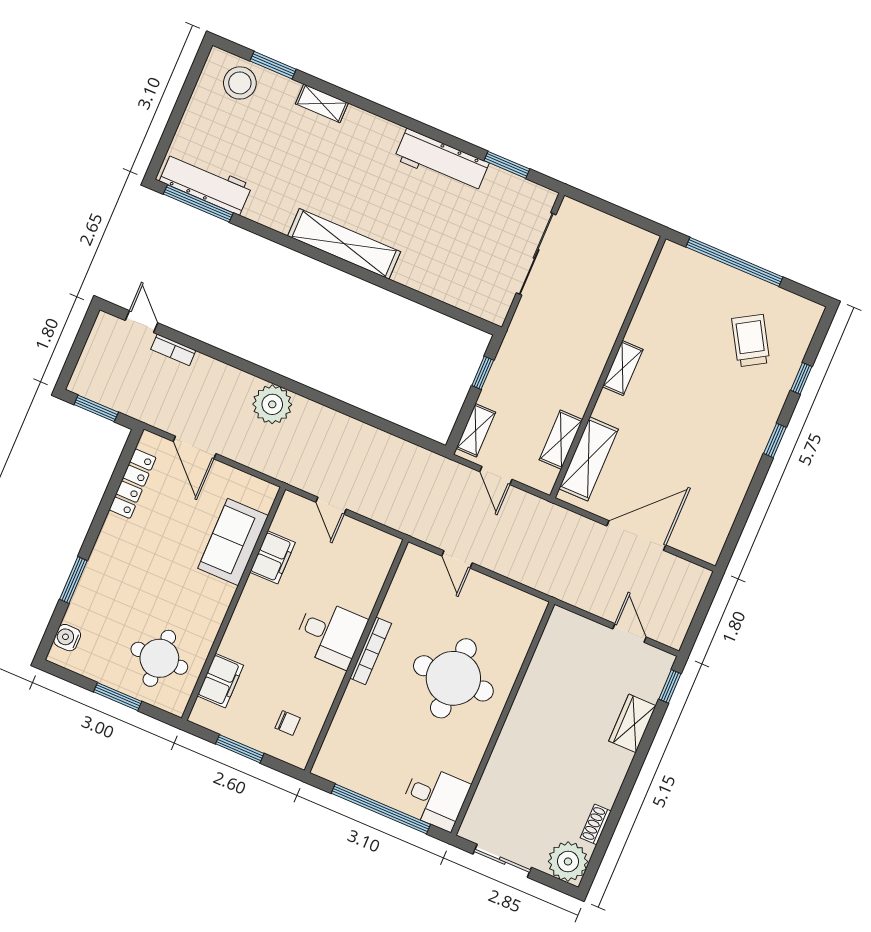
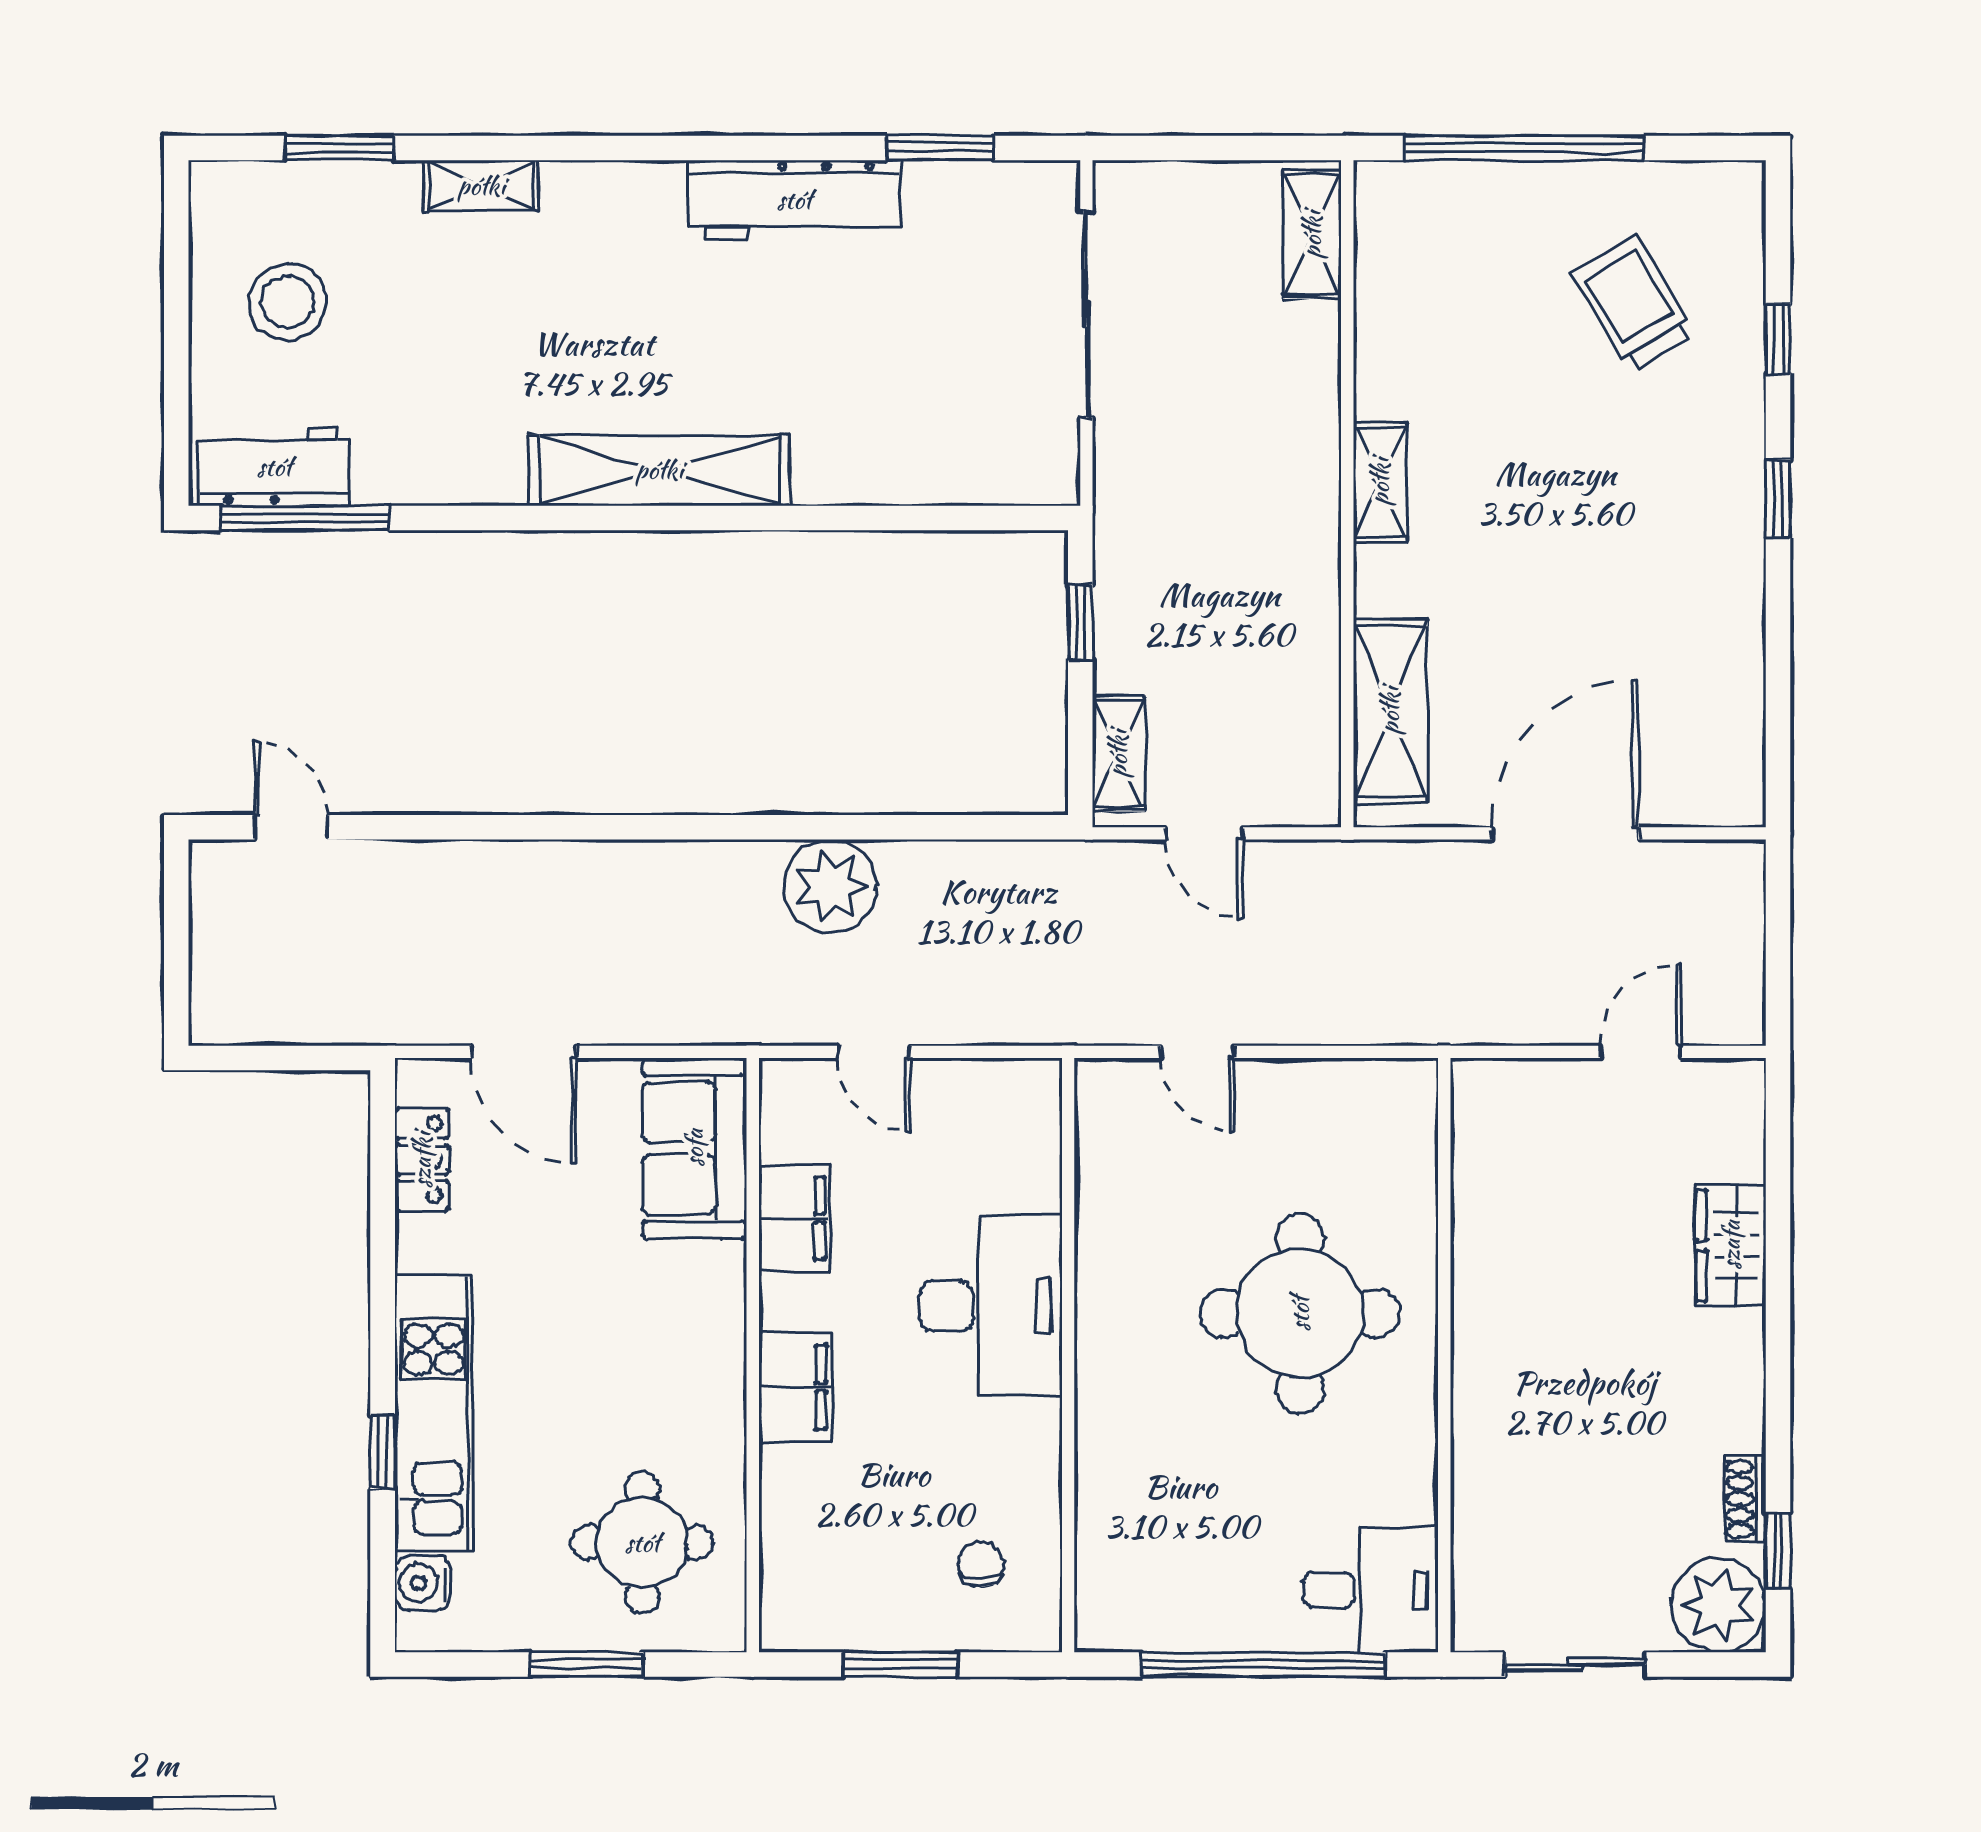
stool: (240, 83) -> (287, 302), moved
workbench: (206, 183) -> (274, 467), width x0.73
bookcase: (173, 350) -> (387, 859), removed
plant: (272, 404) -> (830, 886), moved
window: (96, 408) -> (273, 1058), removed
shelving: (561, 440) -> (1312, 235), moved
locker: (133, 484) -> (422, 1160), width x0.66
sofa: (233, 542) -> (694, 1148), moved
kitchen unit: (100, 573) -> (434, 1413), added
window: (73, 580) -> (383, 1452), width x0.67
door: (629, 633) -> (1641, 1052), hinge flipped
desk: (330, 634) -> (991, 1306), width x1.37
bookcase: (371, 651) -> (1094, 1330), removed
filing cabinet: (220, 681) -> (795, 1387), moved
window: (670, 686) -> (1778, 1551), moved
chair: (288, 723) -> (981, 1564), turned -90

